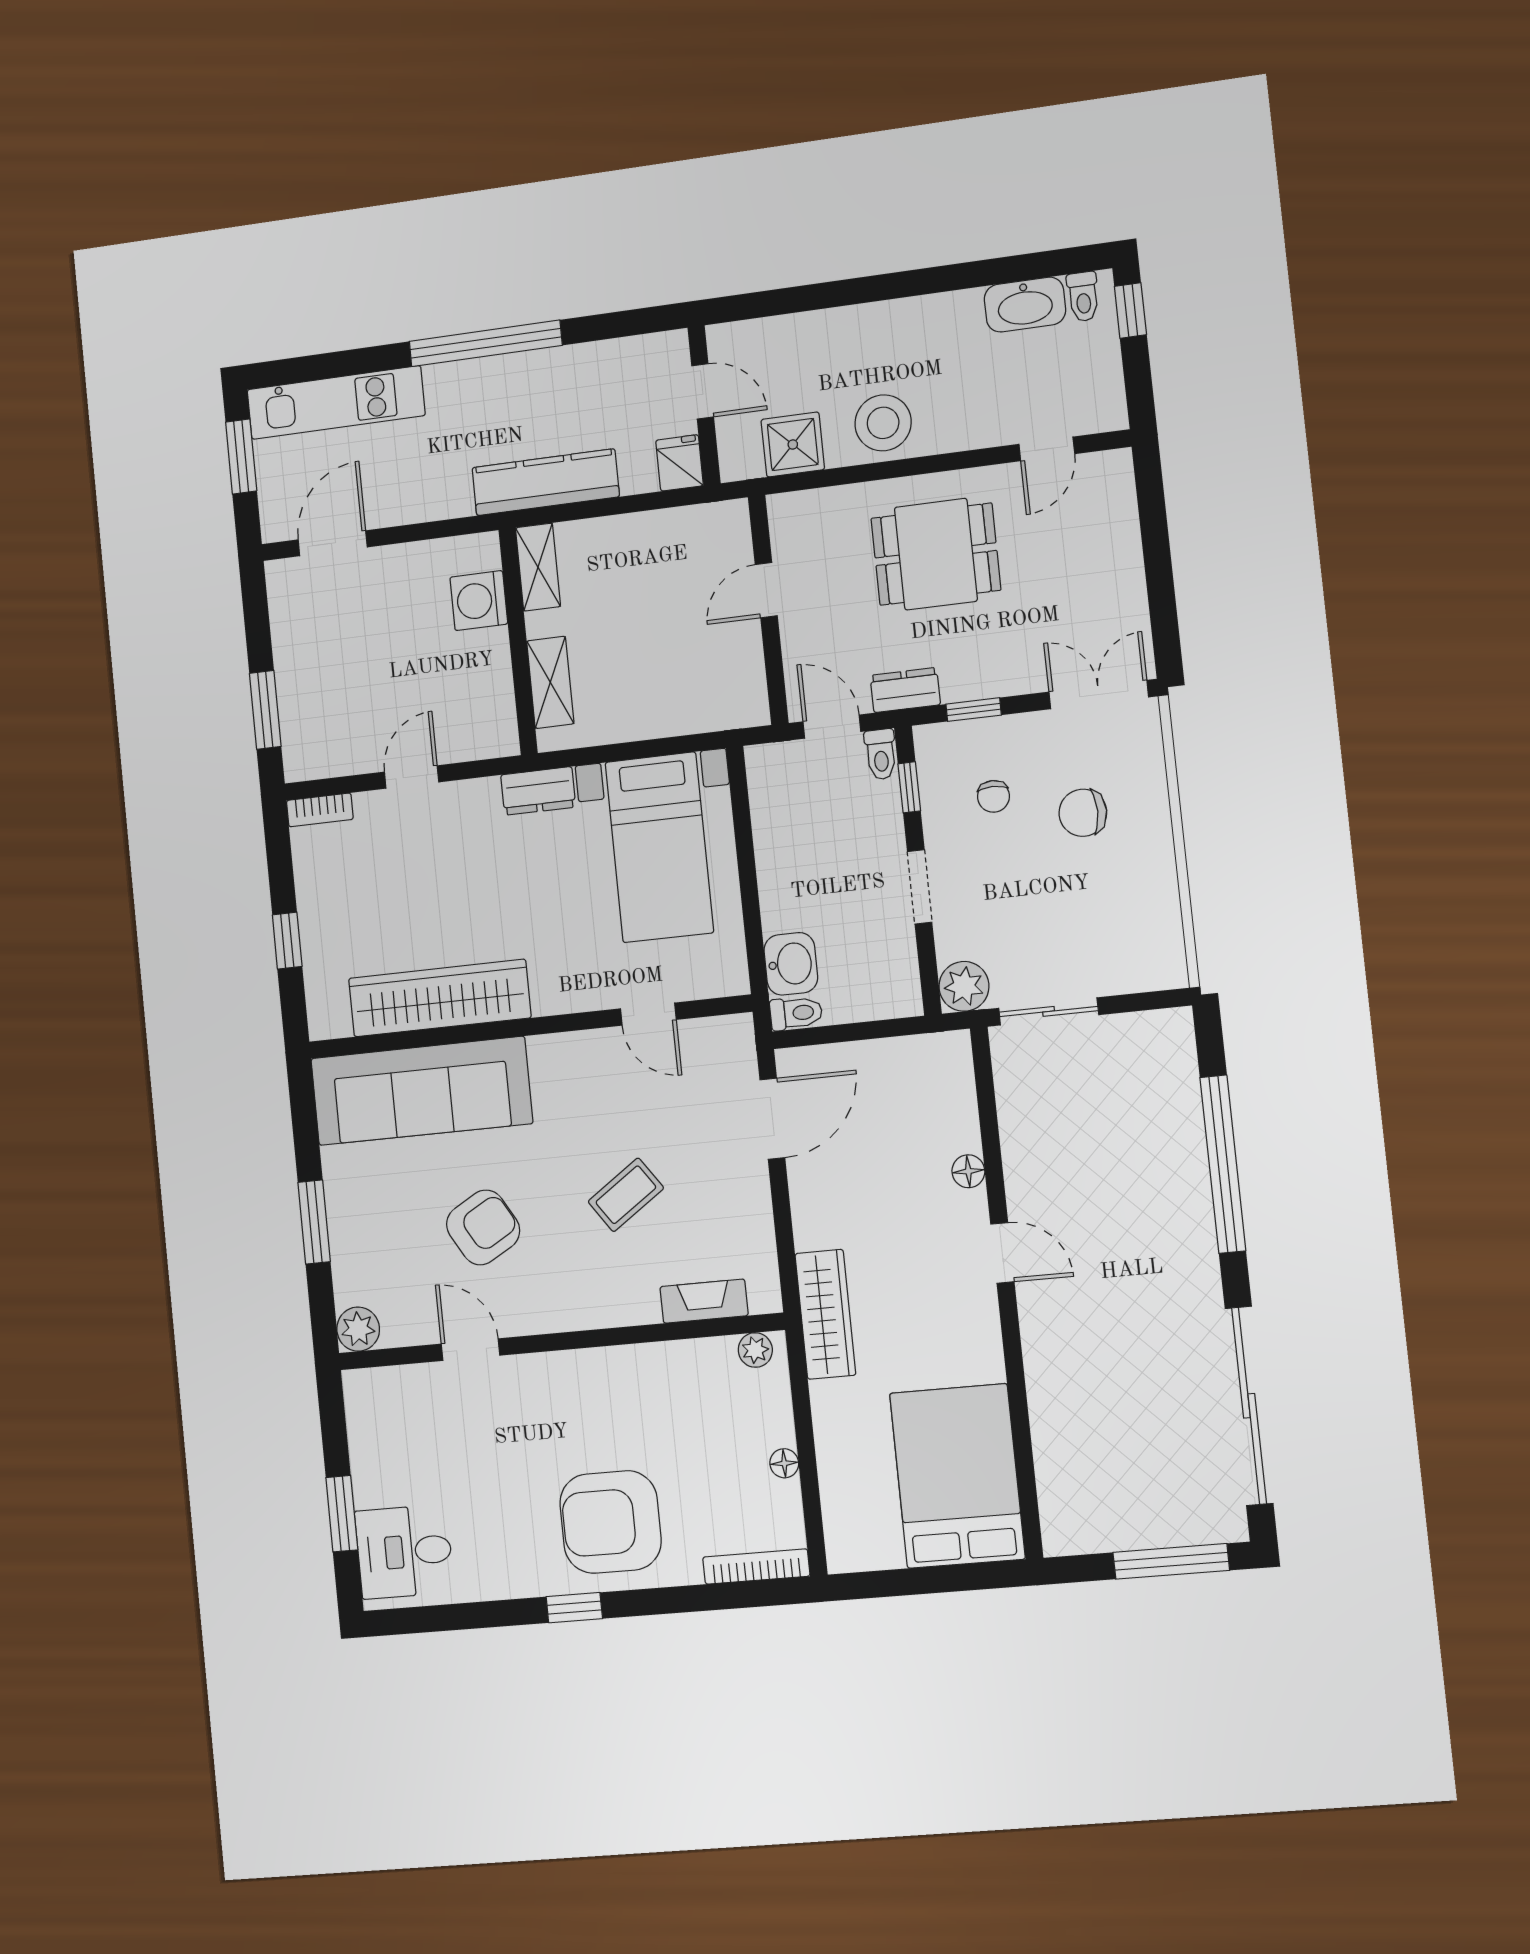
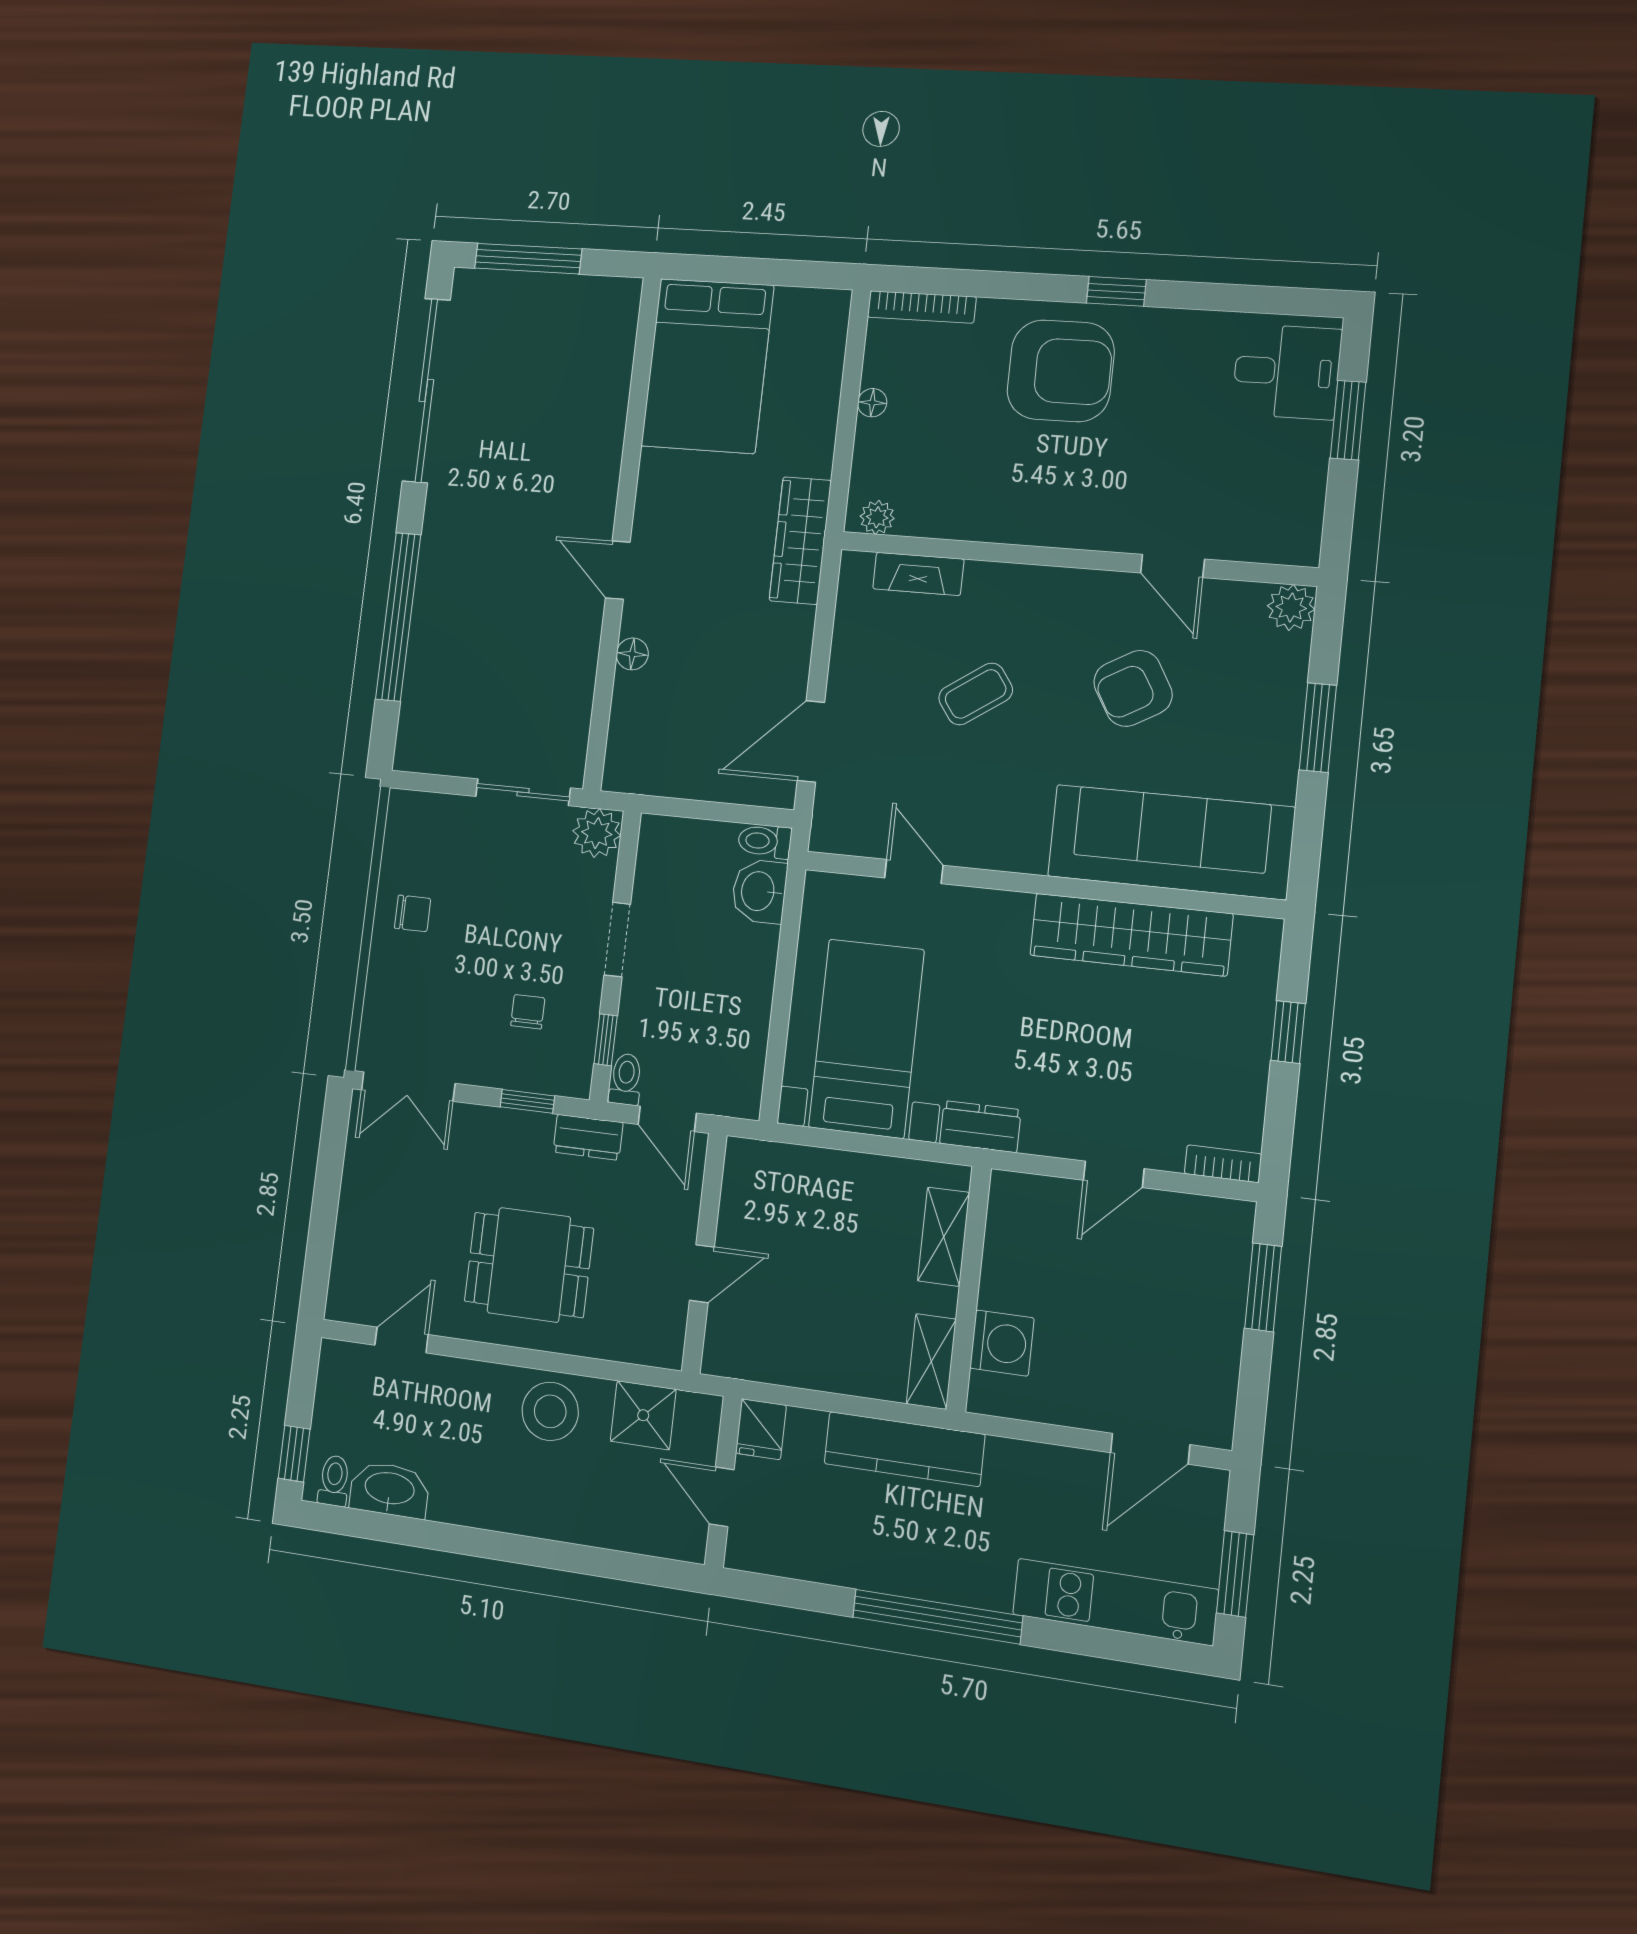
chair: (1083, 813) -> (413, 913), moved, width x0.73, depth x0.73

